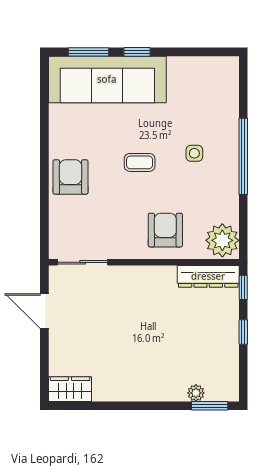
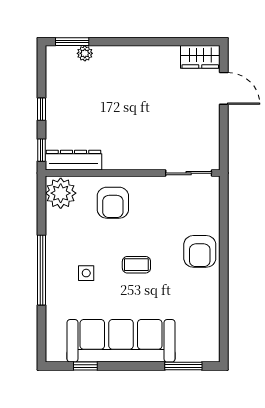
window: (137, 52) -> (85, 366), moved
sofa: (107, 79) -> (121, 341), moved
door: (44, 311) -> (224, 88), moved

